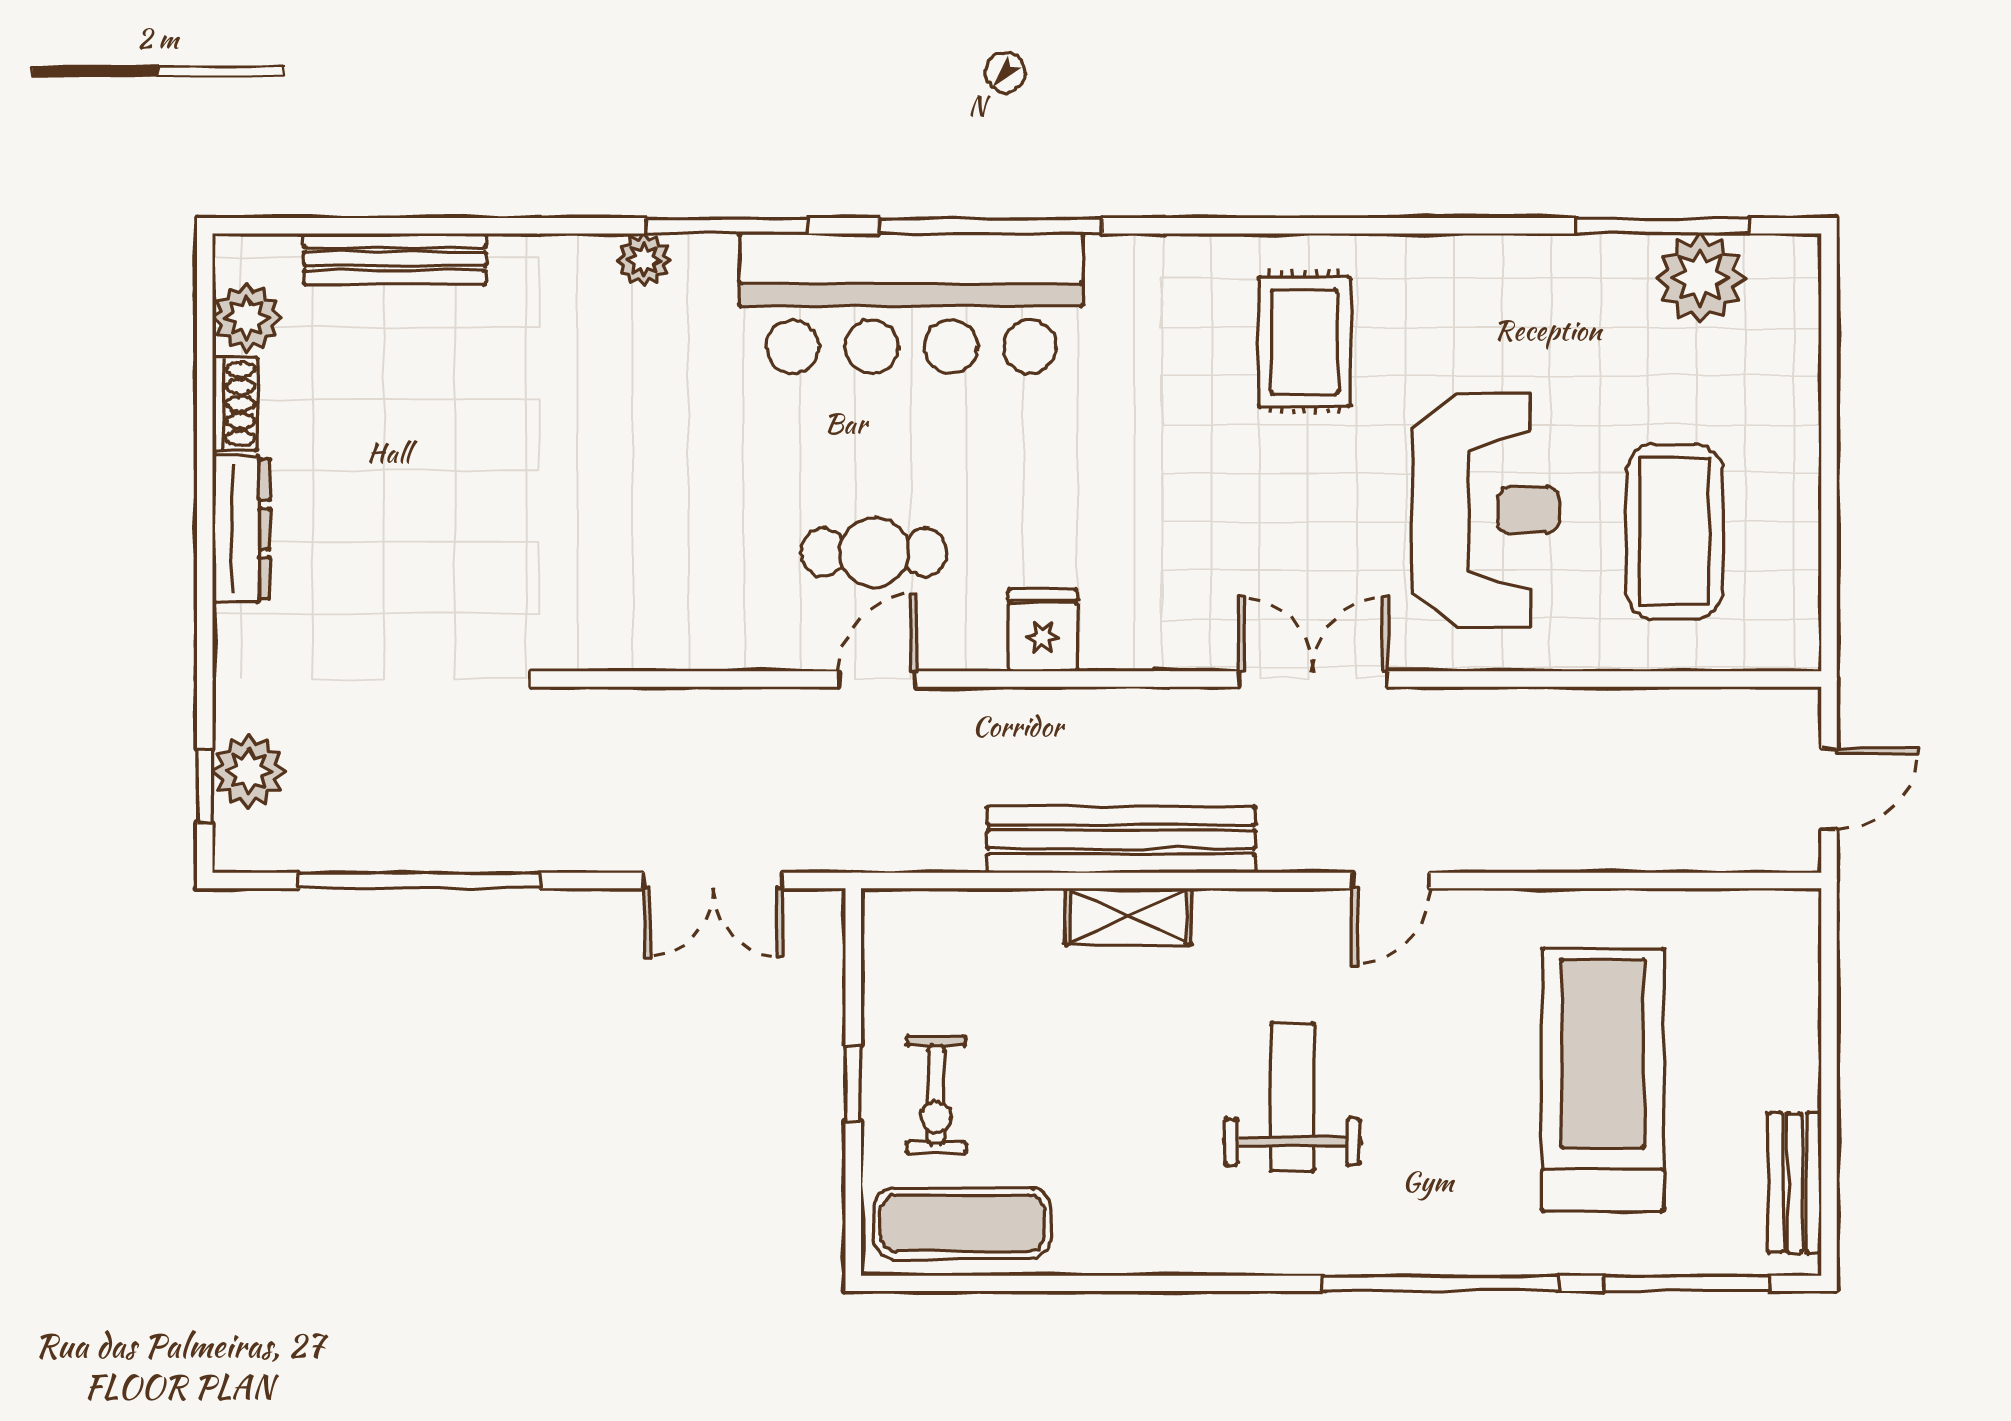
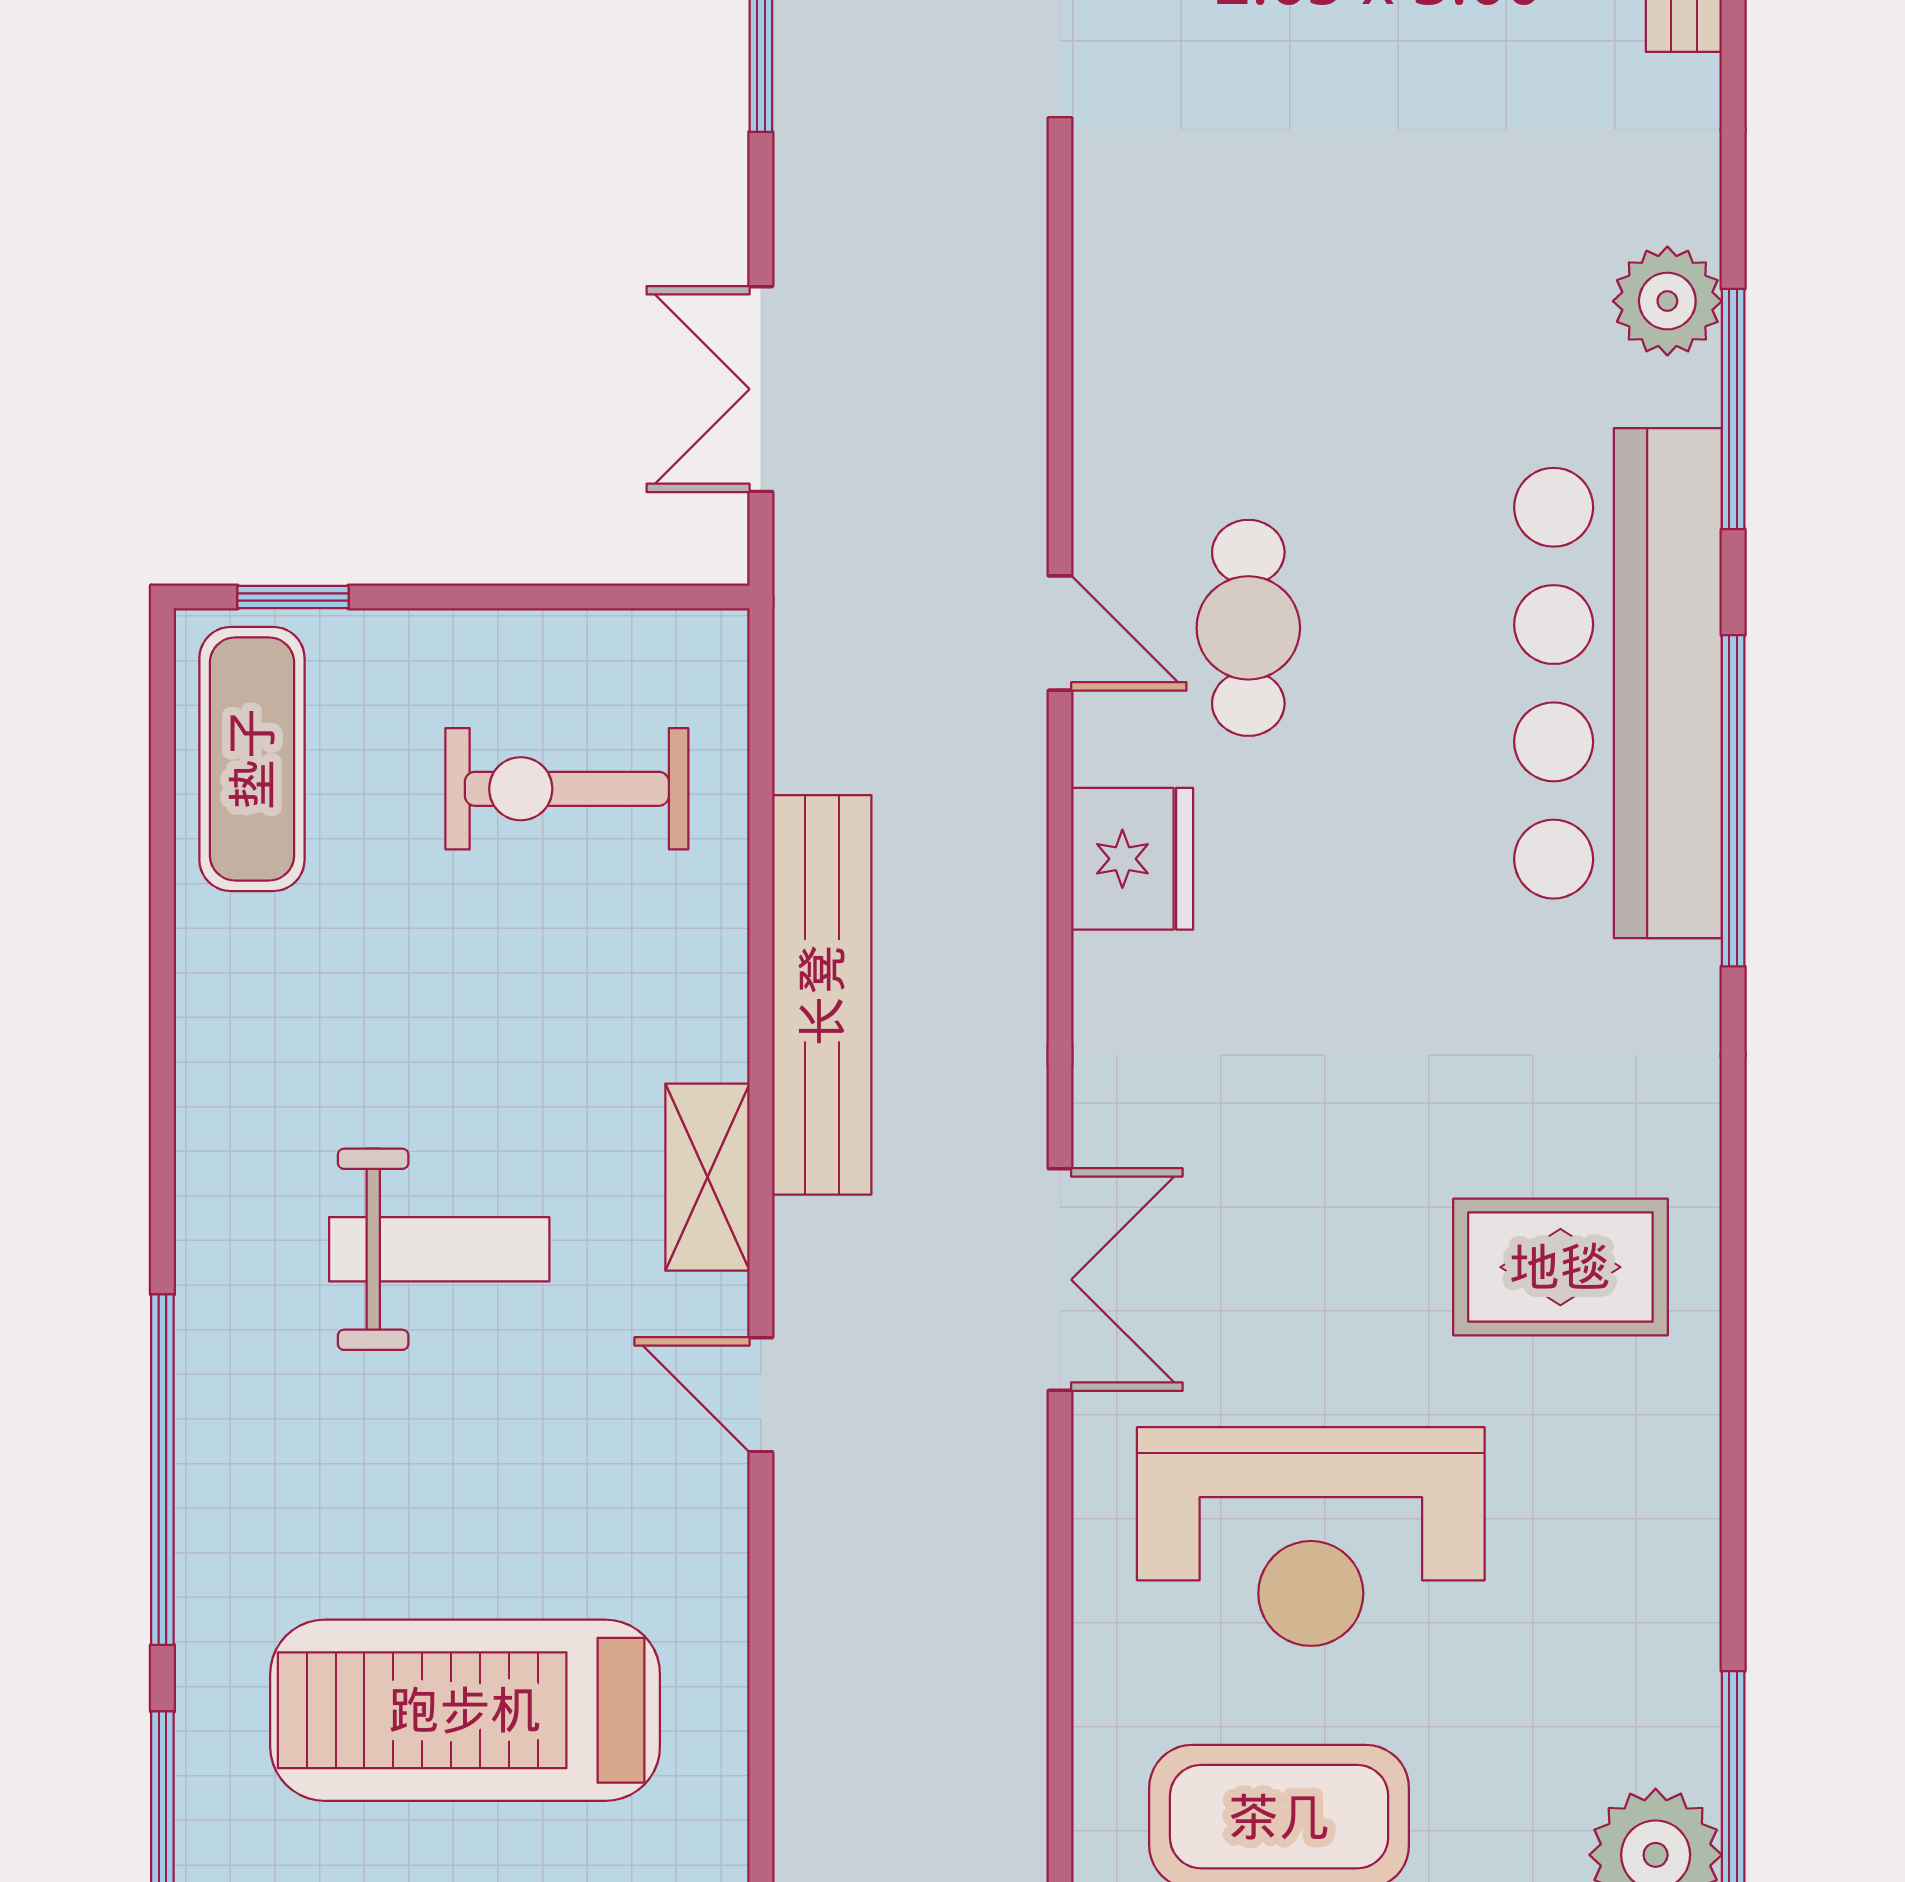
plant: (644, 260) -> (1667, 301), width x1.38, depth x1.38
fridge: (1043, 630) -> (1132, 859), width x1.38
shelving: (1128, 916) -> (707, 1177), moved
treadmill: (1603, 1080) -> (465, 1710), turned 180
window: (853, 1083) -> (293, 597), moved
exercise bike: (936, 1095) -> (567, 789), moved, width x1.38, depth x1.39

